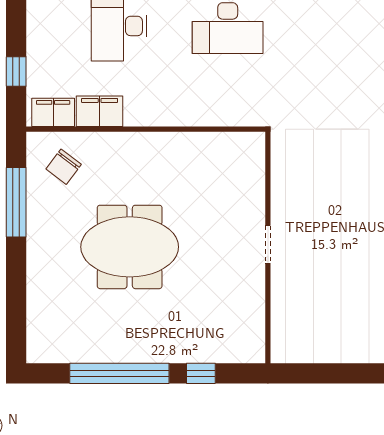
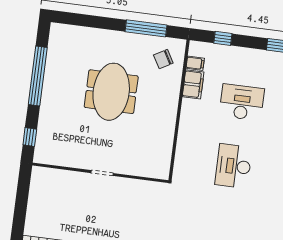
filing cabinet: (53, 112) -> (195, 63), width x0.50
chair: (64, 167) -> (163, 59), turned -67
window: (201, 373) -> (30, 137), moved

